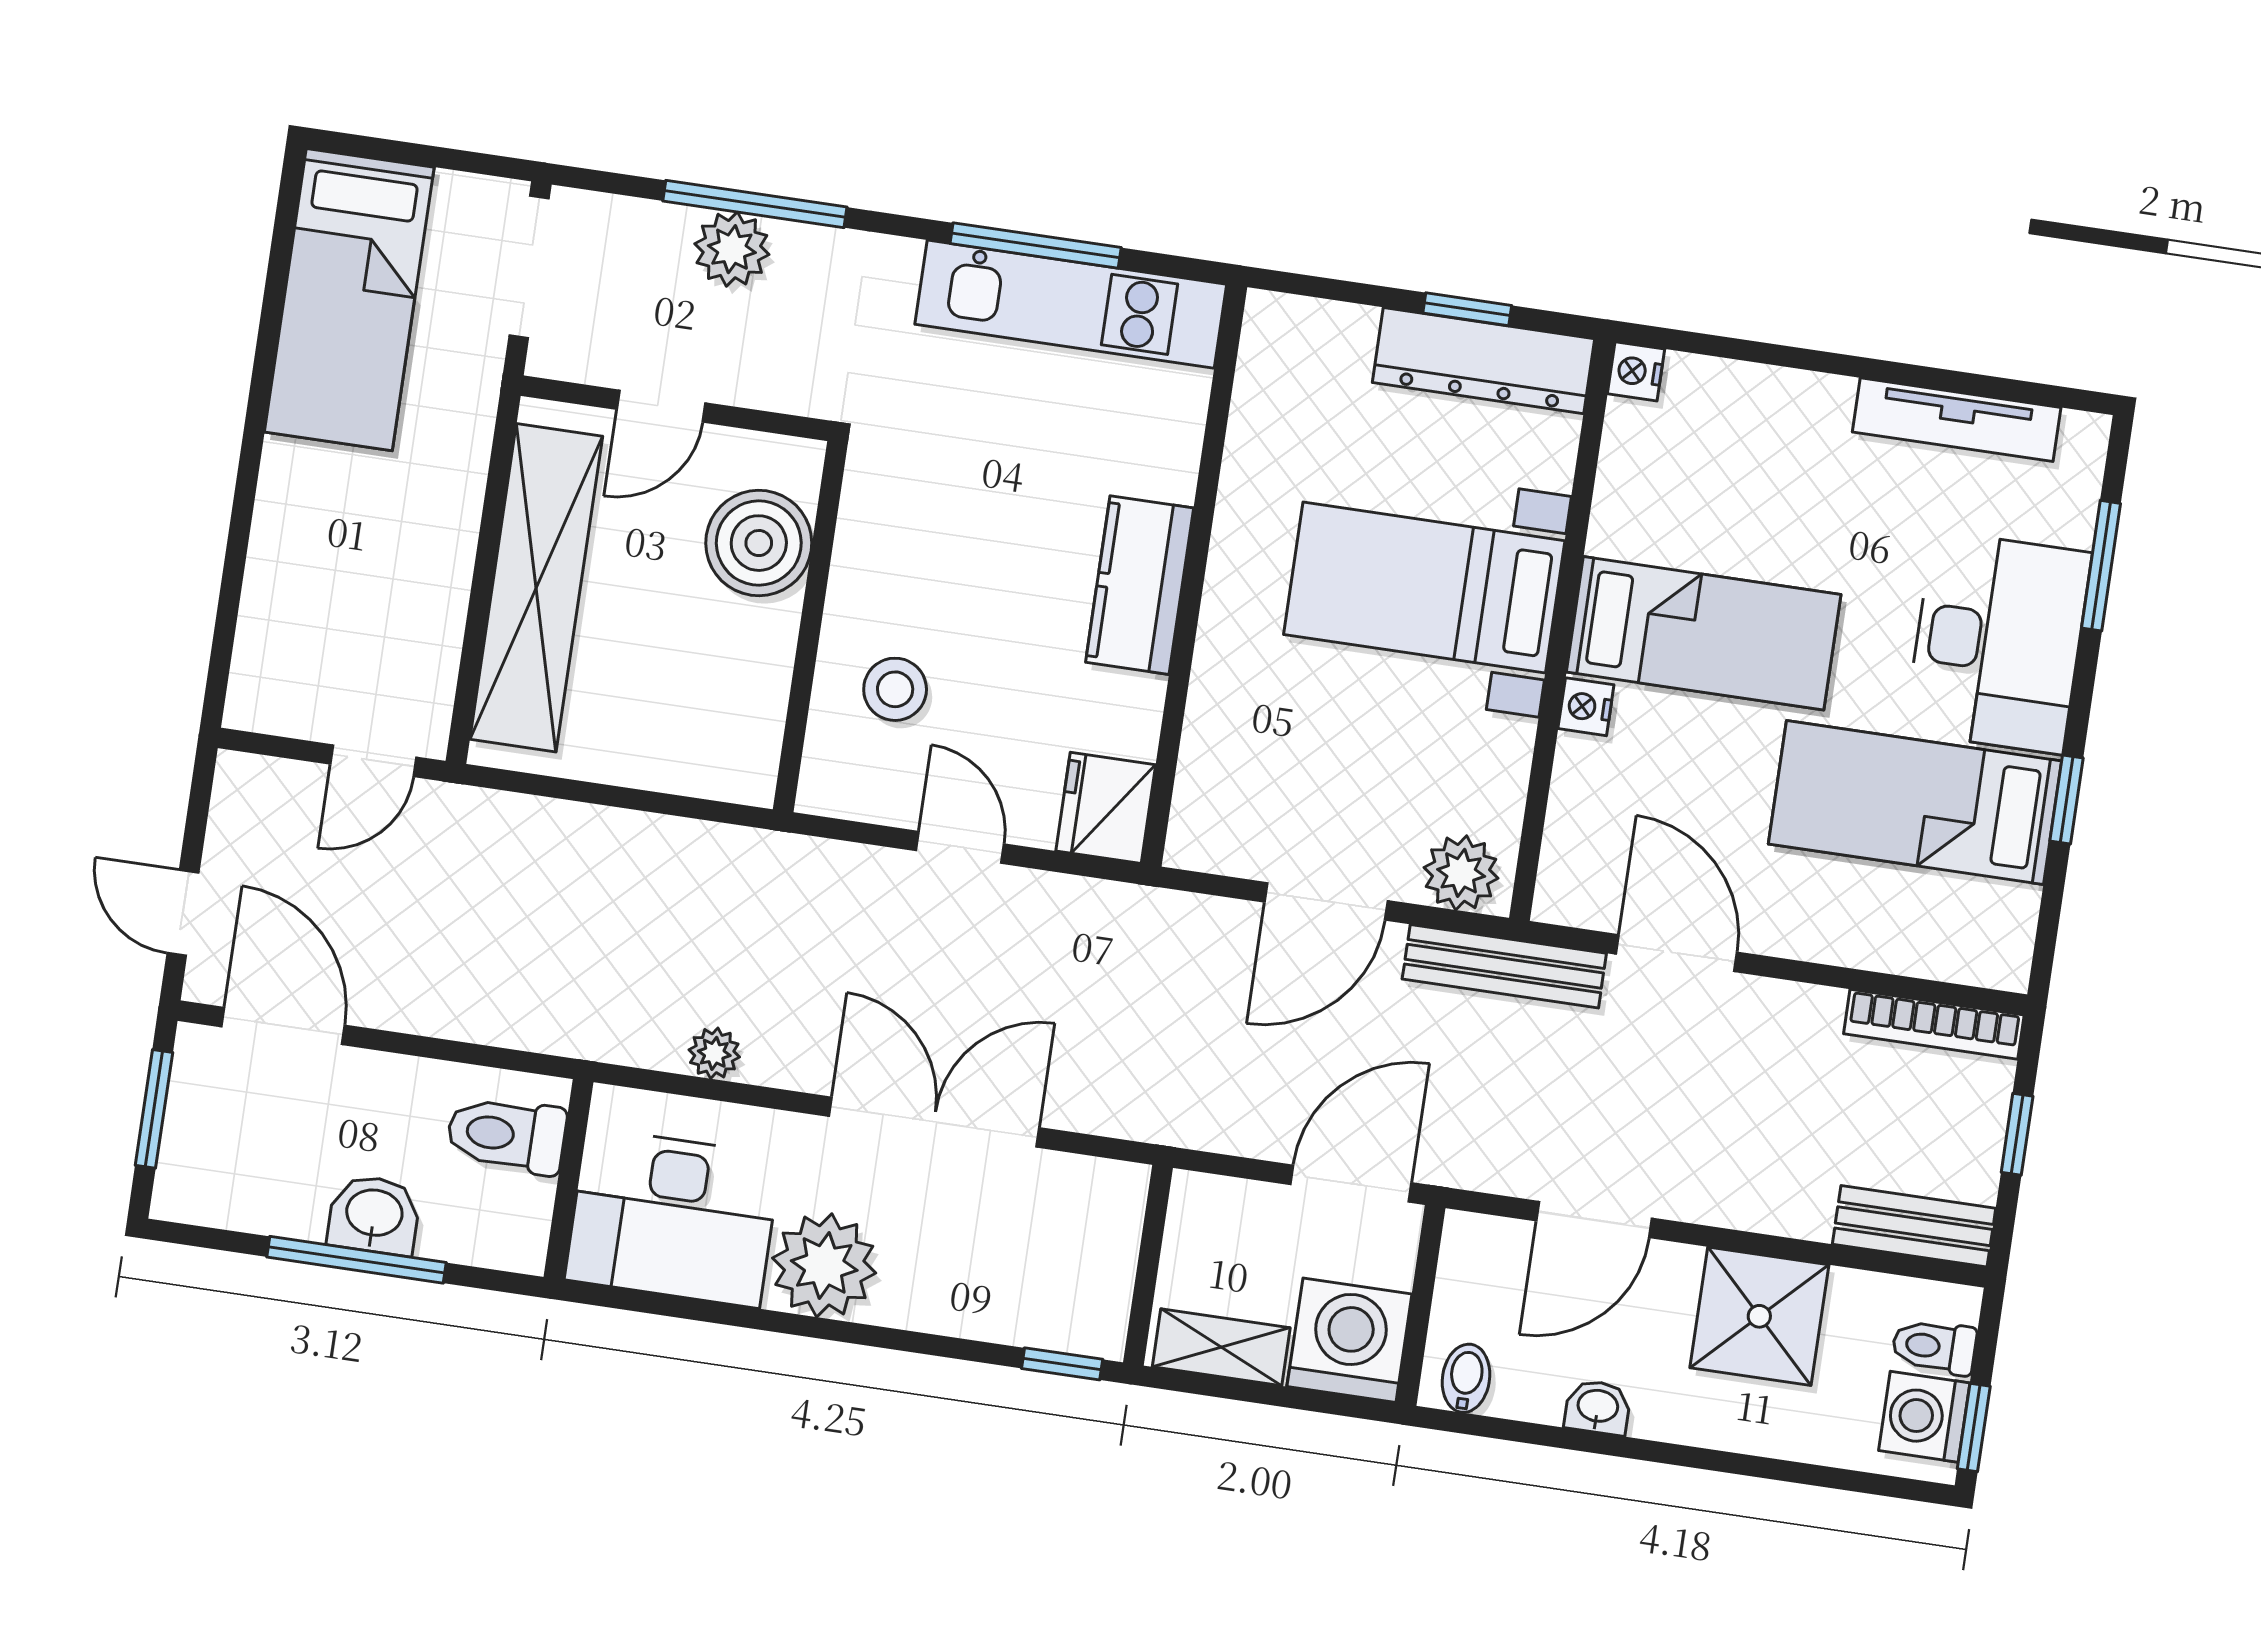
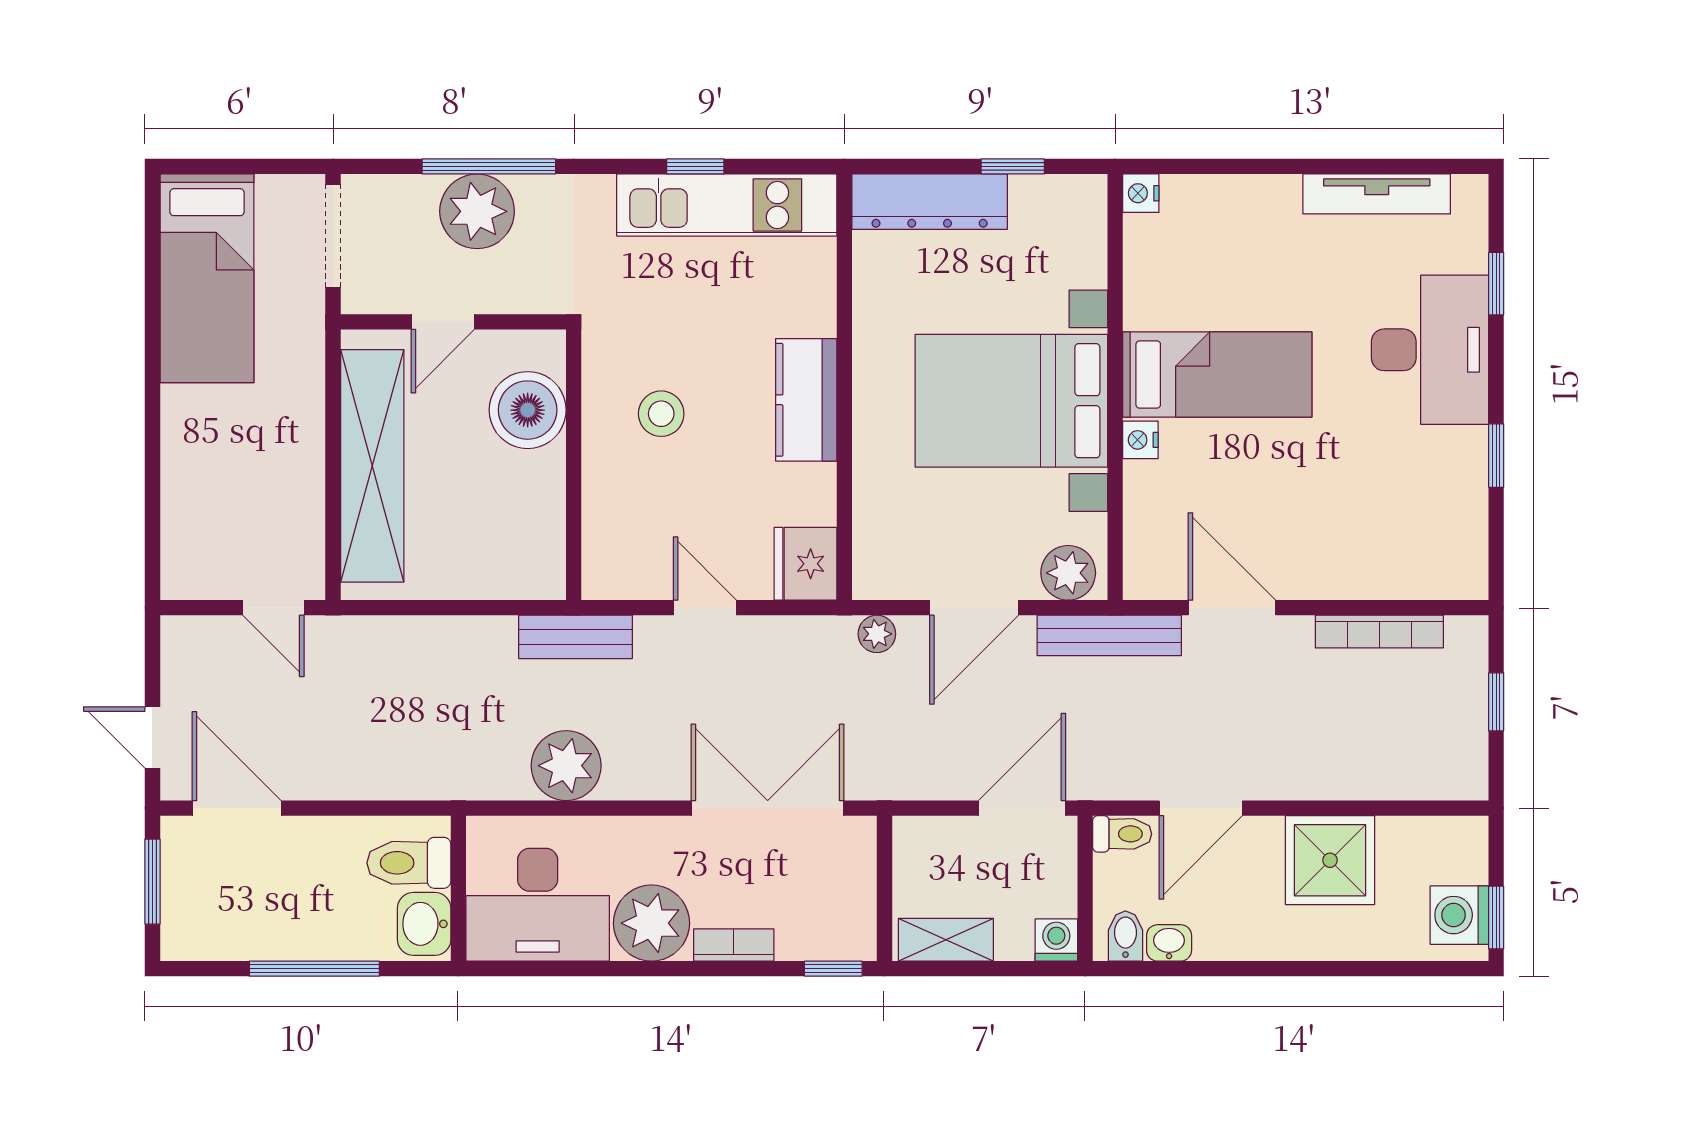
window: (1036, 246) -> (695, 166), width x0.46
plant: (732, 249) -> (477, 211), width x1.36, depth x1.36
dresser: (1484, 361) -> (930, 202), moved
window: (2101, 566) -> (1496, 284), width x0.67
bed with nightstands: (1424, 588) -> (1011, 401), width x1.36
stool: (895, 689) -> (661, 414), moved
door: (373, 761) -> (273, 608), hinge flipped
bed: (1915, 802) -> (1387, 474), removed
plant: (1189, 918) -> (877, 634), added
bookcase: (1934, 1024) -> (1379, 632), moved
plant: (714, 1053) -> (566, 766), width x1.87, depth x1.87
double door: (934, 1122) -> (768, 808), moved
washbasin: (374, 1215) -> (424, 924), moved, turned -90
bench: (1914, 1226) -> (576, 637), moved
bookcase: (932, 1312) -> (734, 945), added
washing machine: (1349, 1340) -> (1056, 940), width x0.53, depth x0.53
toilet: (1934, 1347) -> (1122, 834), moved, turned 180
washbasin: (1598, 1407) -> (1169, 943), moved

